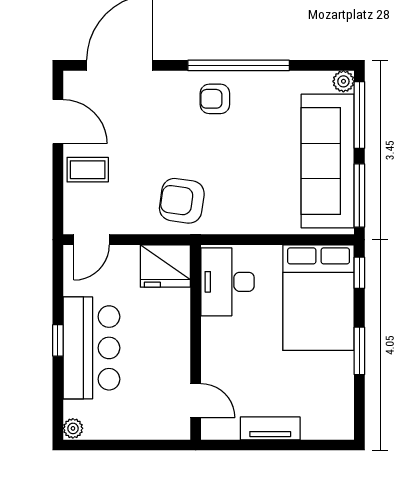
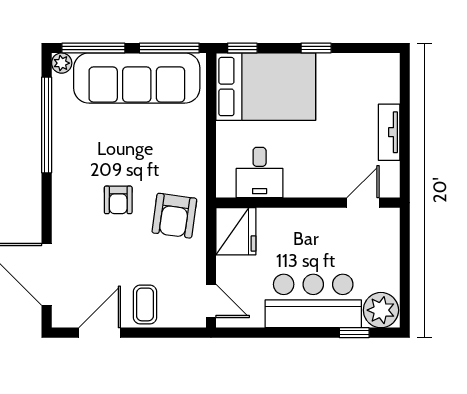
window: (239, 65) -> (47, 125), moved
armchair: (215, 99) -> (118, 200), moved
desk: (228, 282) -> (260, 172), width x0.73
window: (58, 340) -> (354, 333), moved
window: (359, 351) -> (316, 48), width x0.67
plant: (73, 428) -> (381, 310), width x1.88, depth x1.88

